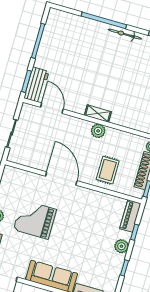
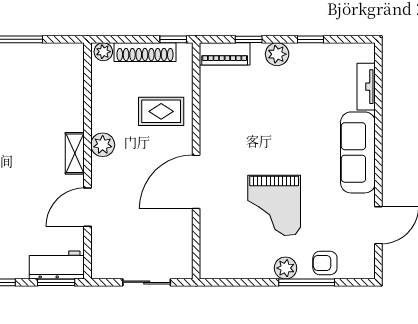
door: (52, 108) -> (87, 207), moved

